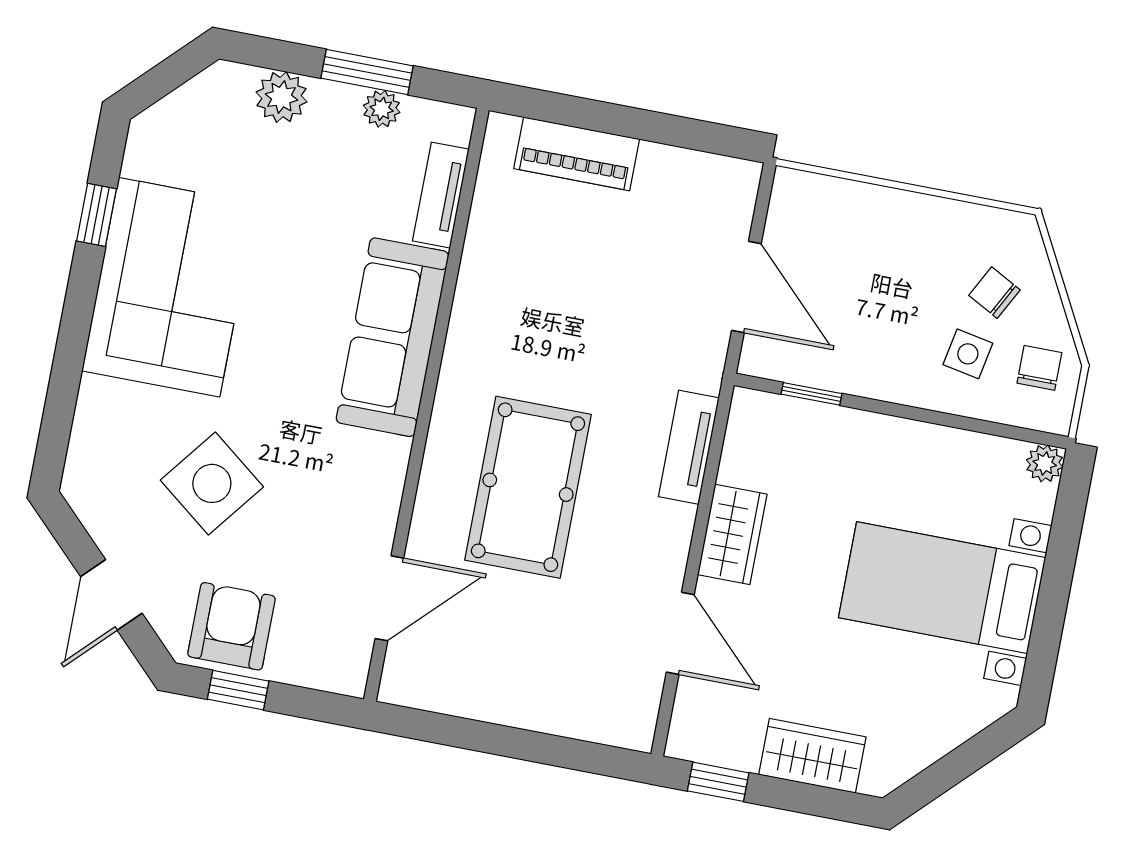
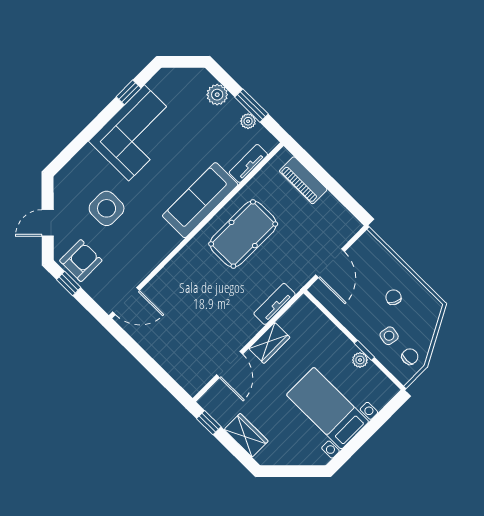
chair: (994, 293) -> (393, 297), moved
window: (812, 394) -> (364, 350), moved
plant: (1045, 463) -> (360, 360), moved
side table: (212, 483) -> (107, 208), turned -38
pool table: (528, 487) -> (243, 234), moved
door: (389, 598) -> (126, 301), moved

